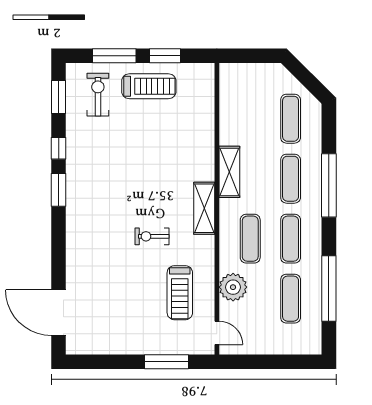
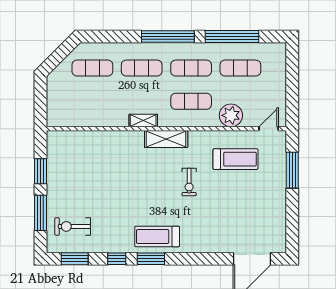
treadmill: (149, 86) -> (157, 237), moved, turned -90
shelving: (229, 172) -> (143, 121), width x0.67, depth x0.75
window: (329, 185) -> (168, 37), moved

